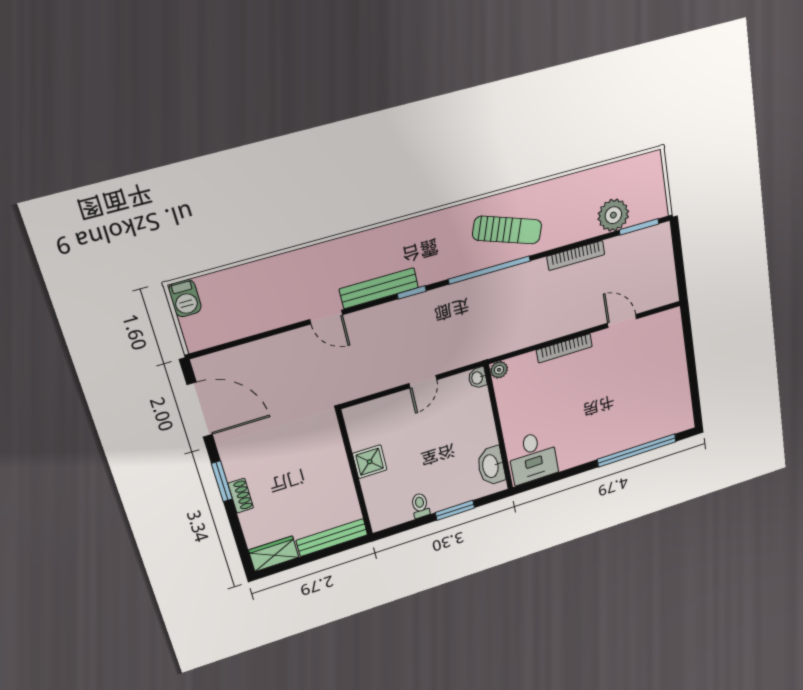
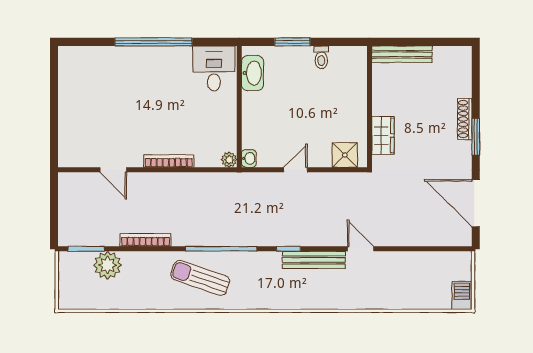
window: (637, 450) -> (153, 42), moved
shower: (370, 462) -> (345, 155), moved
shoe rack: (241, 496) -> (465, 119), width x1.43
wardrobe: (274, 554) -> (383, 135), moved, turned -90

